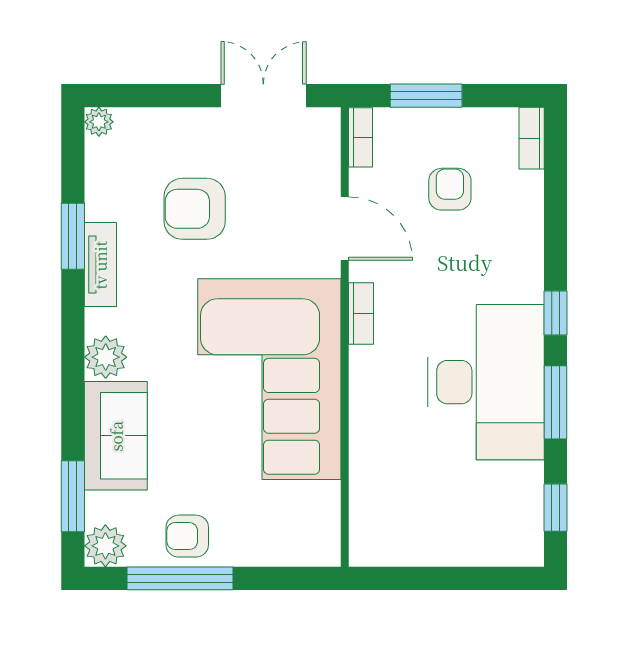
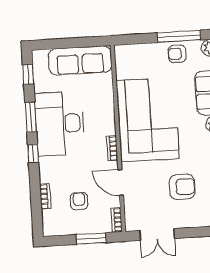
bookcase: (532, 138) -> (45, 196), moved
armchair: (450, 189) -> (79, 201), turned 180
sofa: (426, 534) -> (80, 60), added
armchair: (187, 536) -> (177, 54), turned 180

